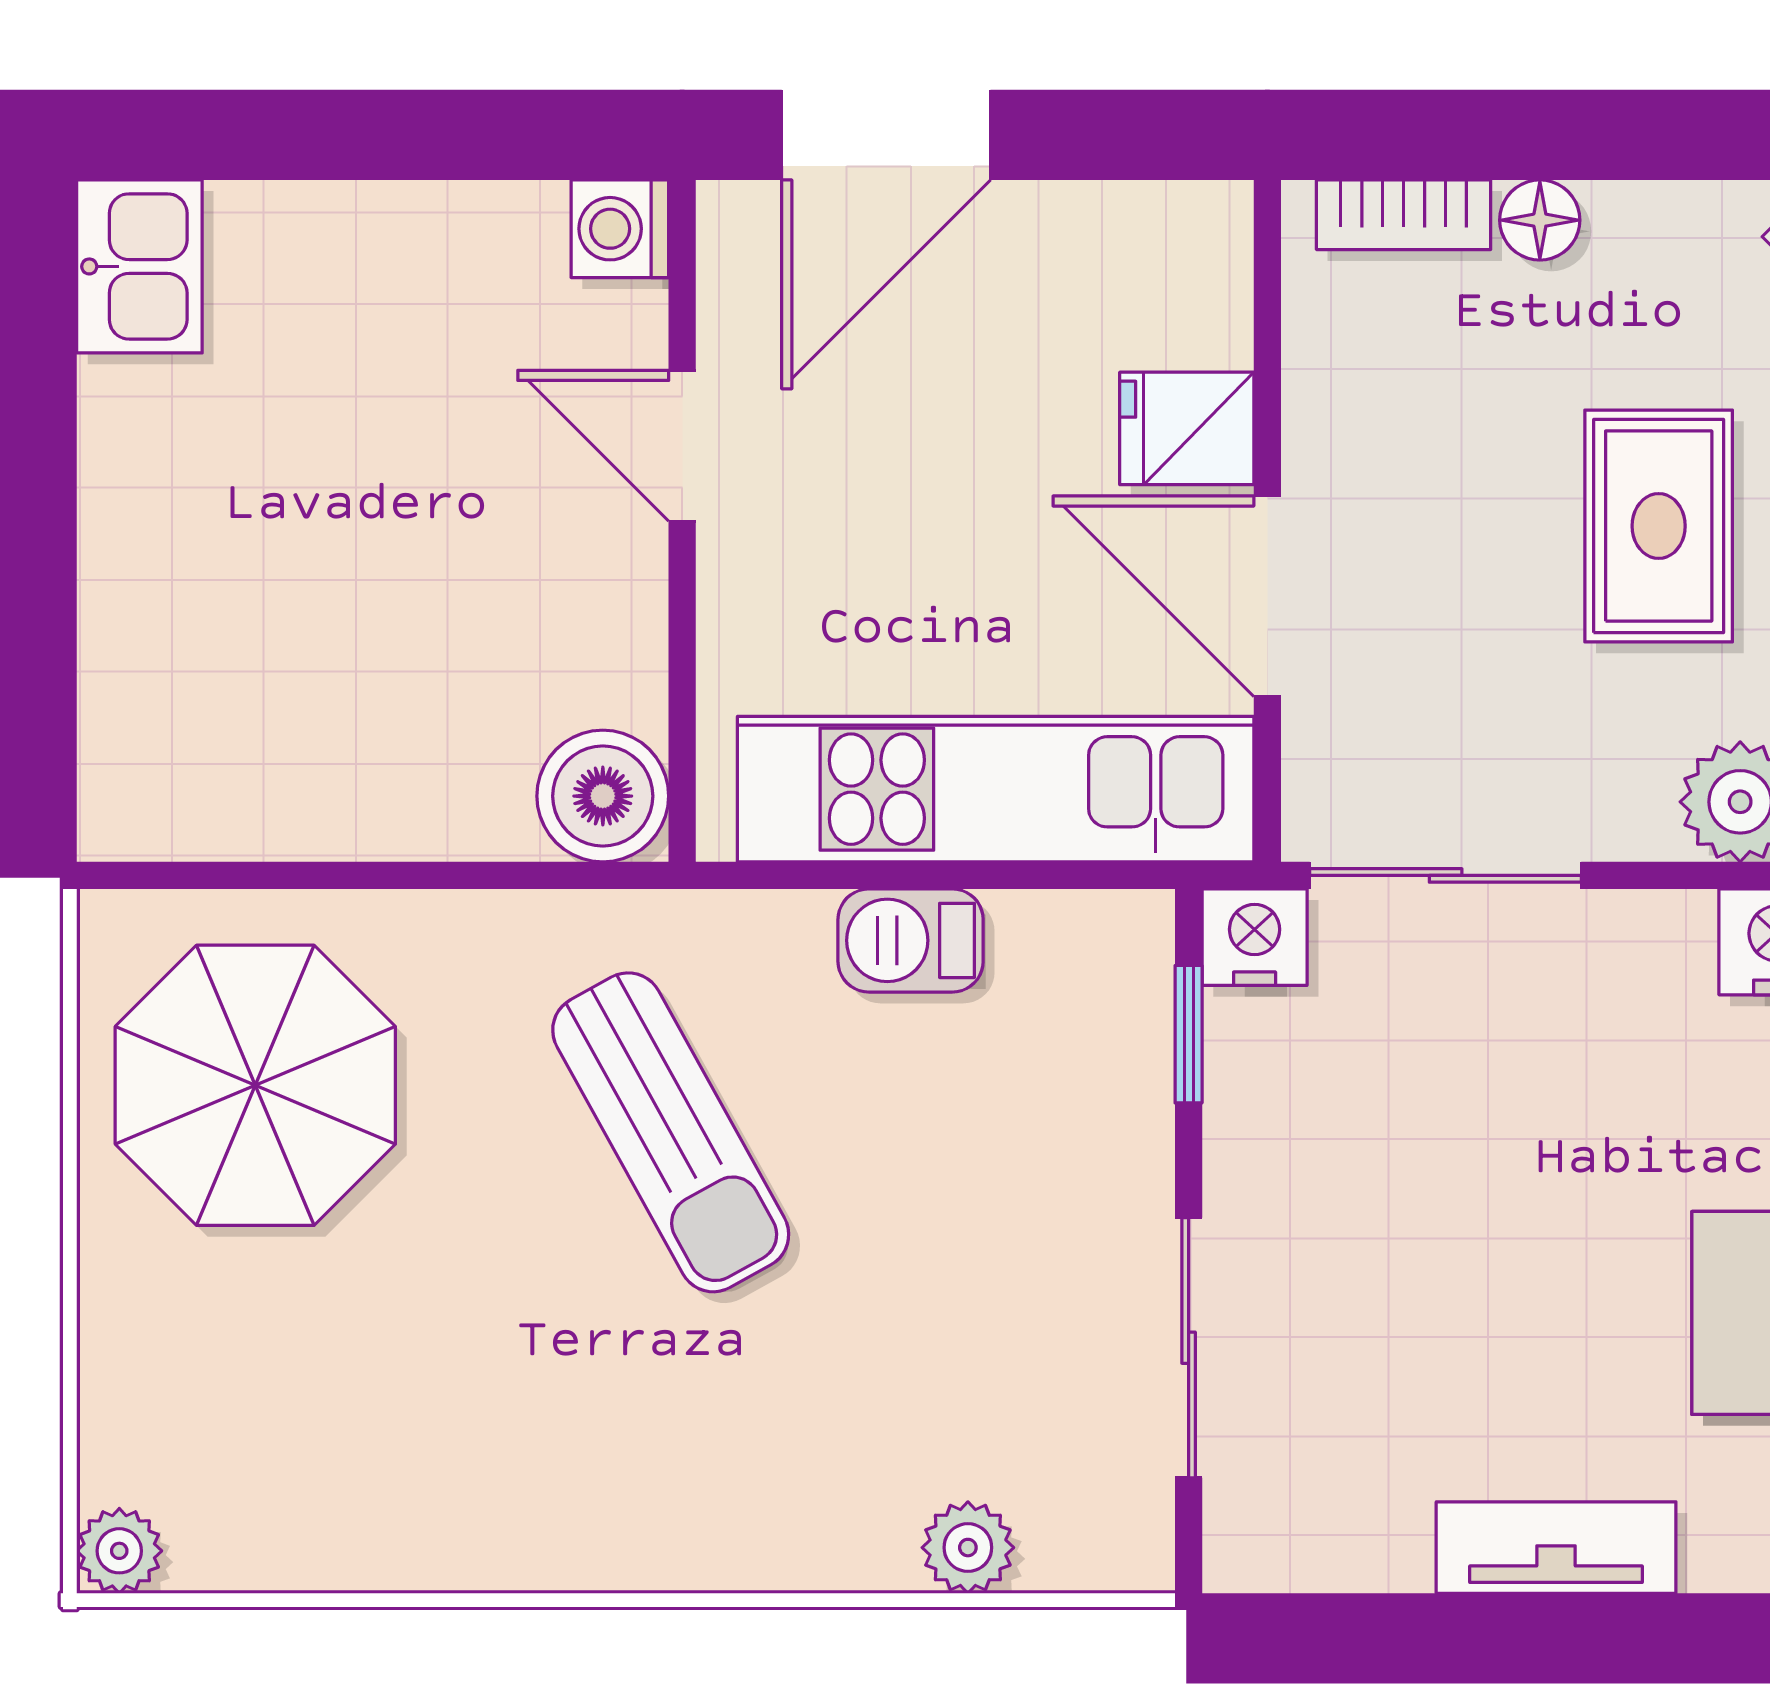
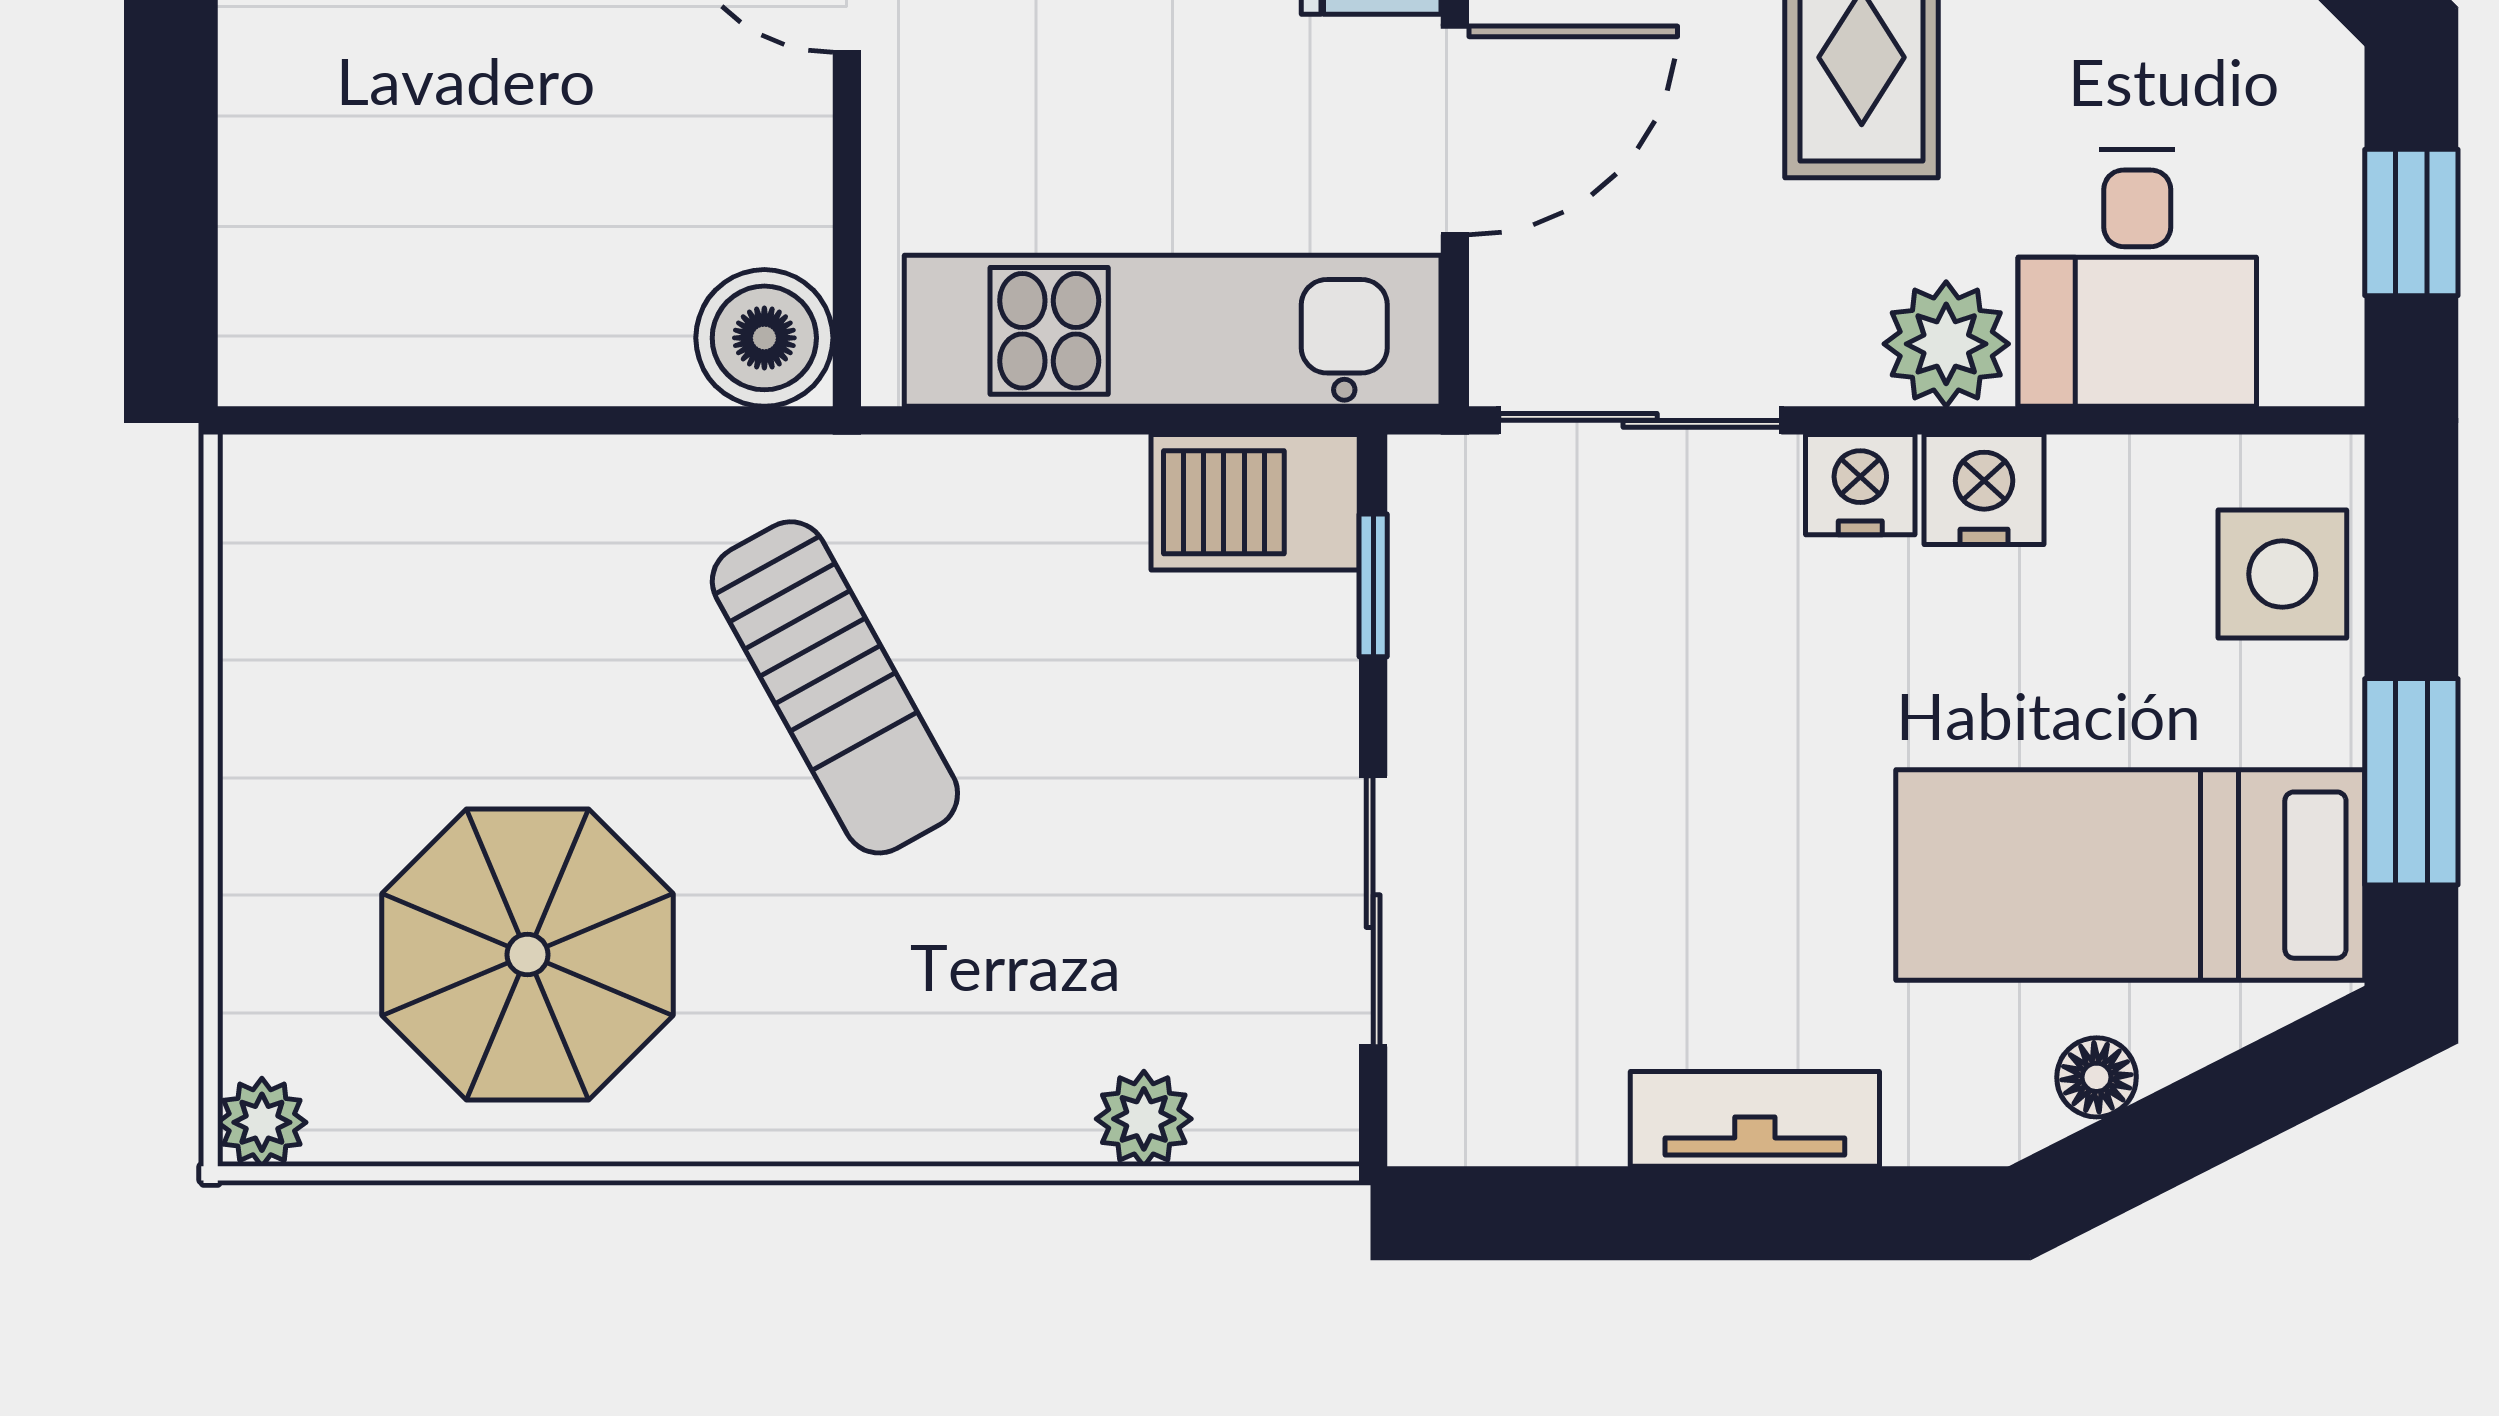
door: (1267, 596) -> (1455, 130), swing flipped
nightstand: (1255, 937) -> (1860, 485), moved
barbecue: (911, 940) -> (1255, 502), moved, width x1.38, depth x1.27
parasol: (255, 1085) -> (527, 955), moved

